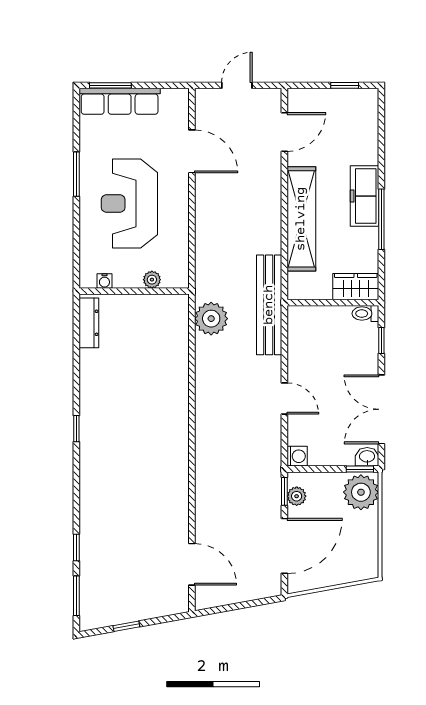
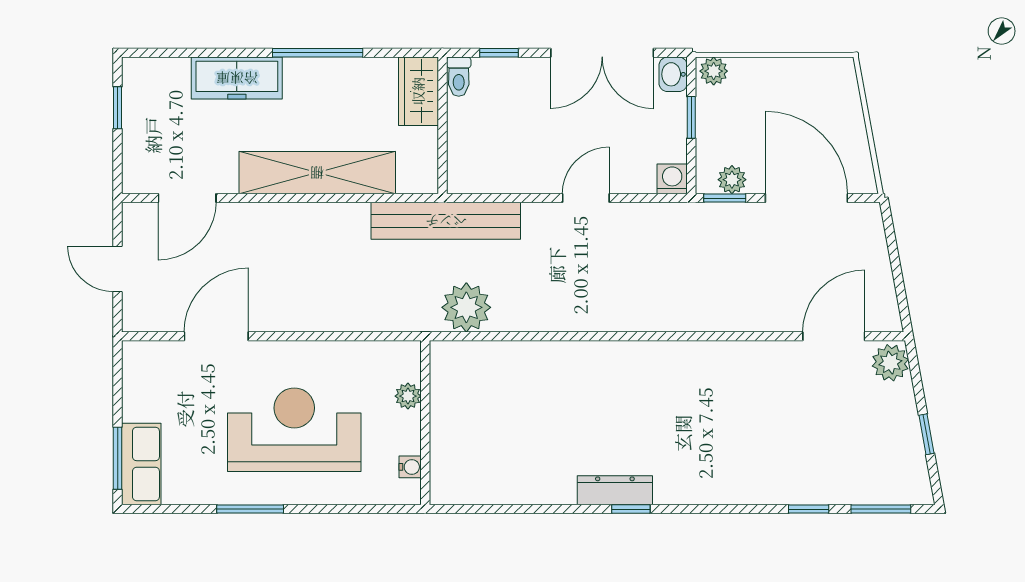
row of seats: (120, 101) -> (141, 464), width x0.68
door: (284, 132) -> (187, 198), swing flipped
freezer: (365, 196) -> (237, 78), moved
reception desk: (129, 204) -> (294, 430), turned 180
dresser: (89, 323) -> (615, 490), moved
window: (360, 469) -> (691, 117), moved
plant: (361, 492) -> (714, 71), width x0.53, depth x0.53
plant: (174, 602) -> (890, 363), added

